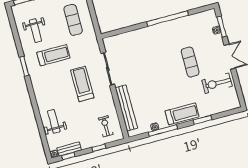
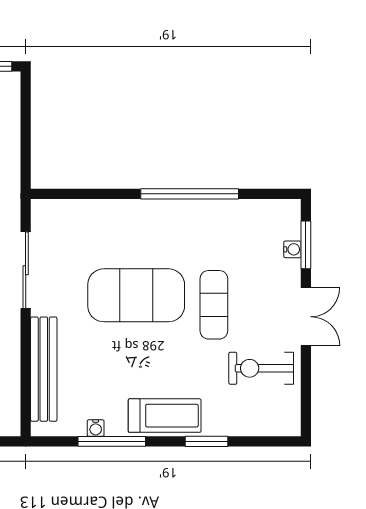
exercise mat: (157, 67) -> (136, 295), added

